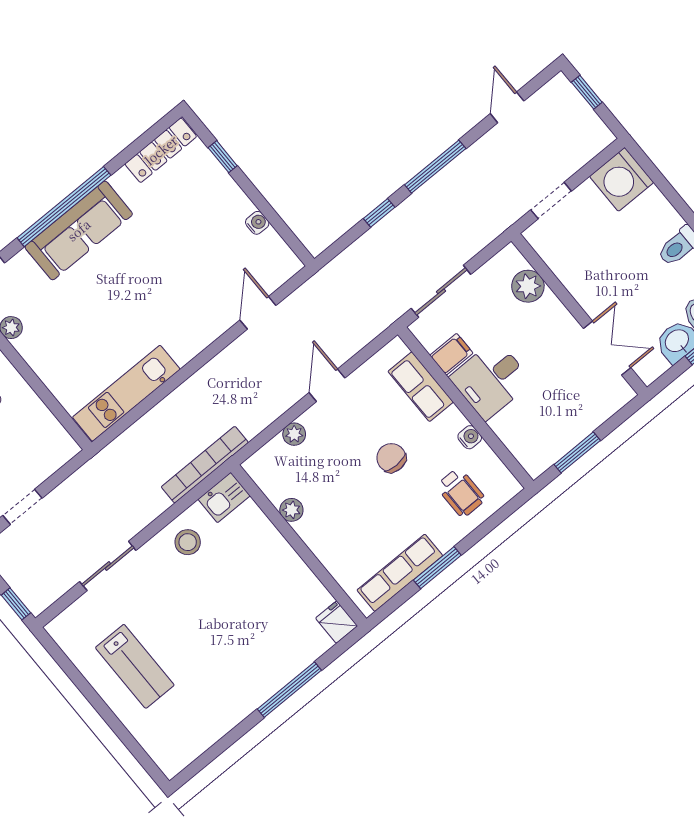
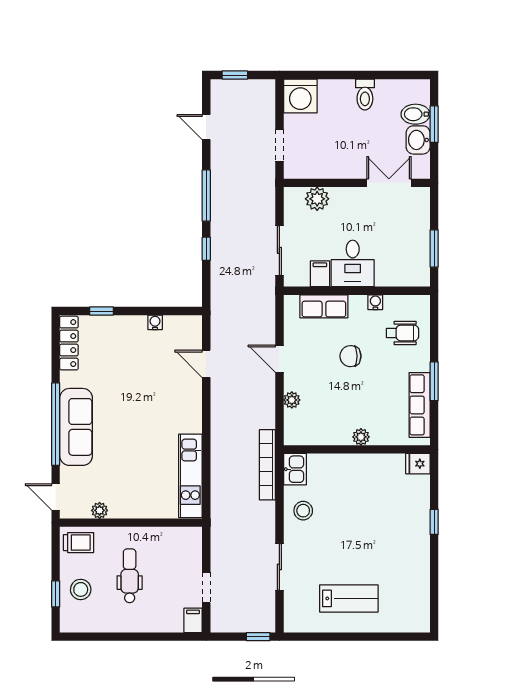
plant: (291, 510) -> (361, 437), moved
window: (289, 690) -> (434, 522), width x0.46

